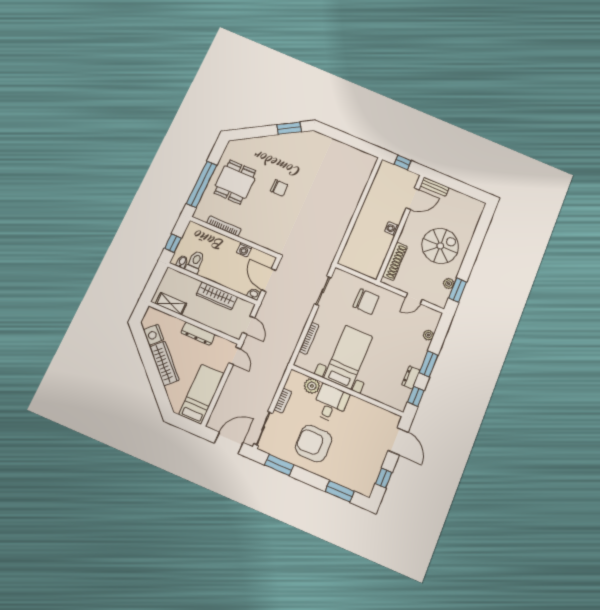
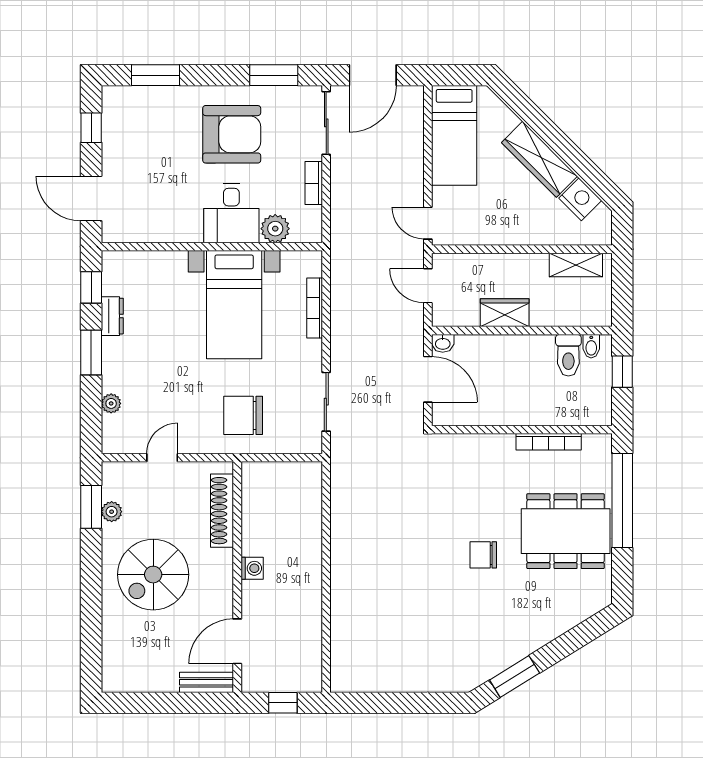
dining table: (235, 182) -> (566, 531), width x1.38
washing machine: (244, 250) -> (494, 415), removed
wardrobe: (217, 296) -> (505, 313), width x0.67
dresser: (198, 334) -> (506, 234), removed

